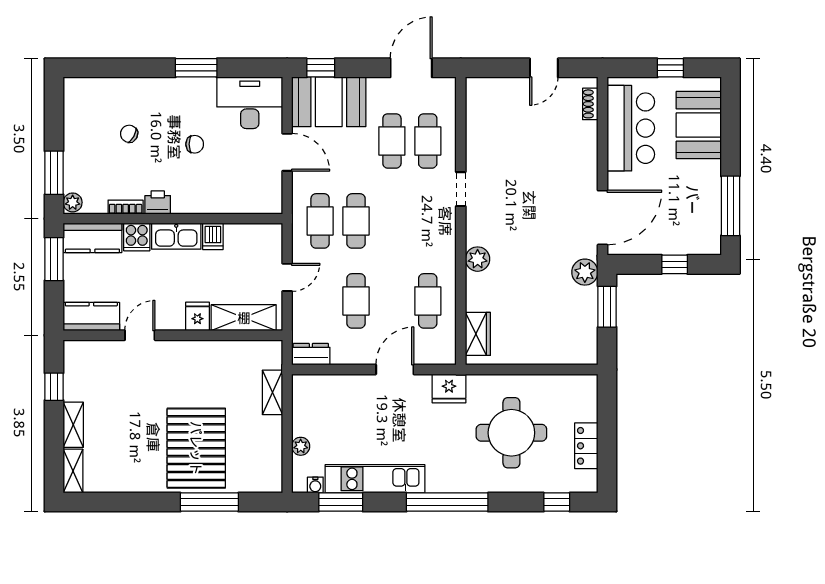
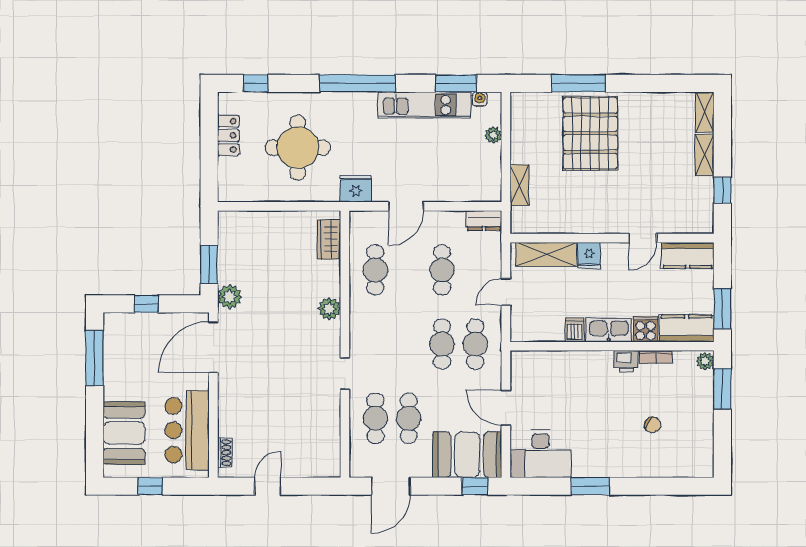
chair: (195, 144) -> (592, 415), removed

